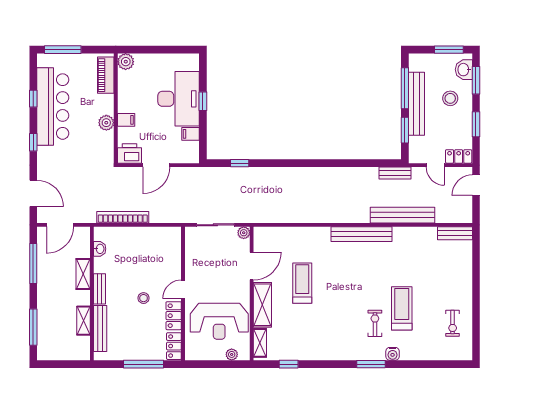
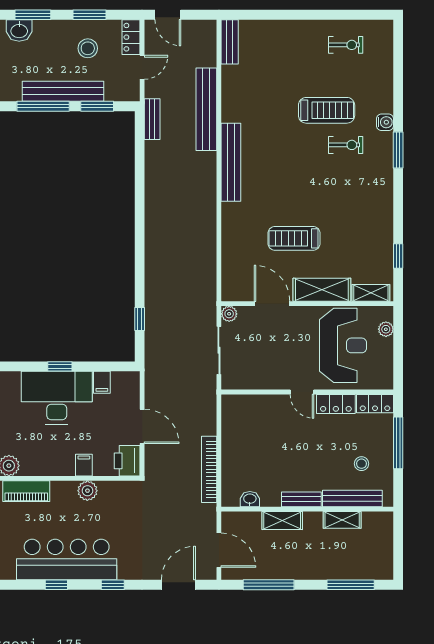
stool: (450, 98) -> (88, 48), moved
stool: (144, 298) -> (362, 464), moved
treadmill: (402, 308) -> (327, 110), turned 180
exercise bike: (375, 323) -> (346, 145), turned 180

